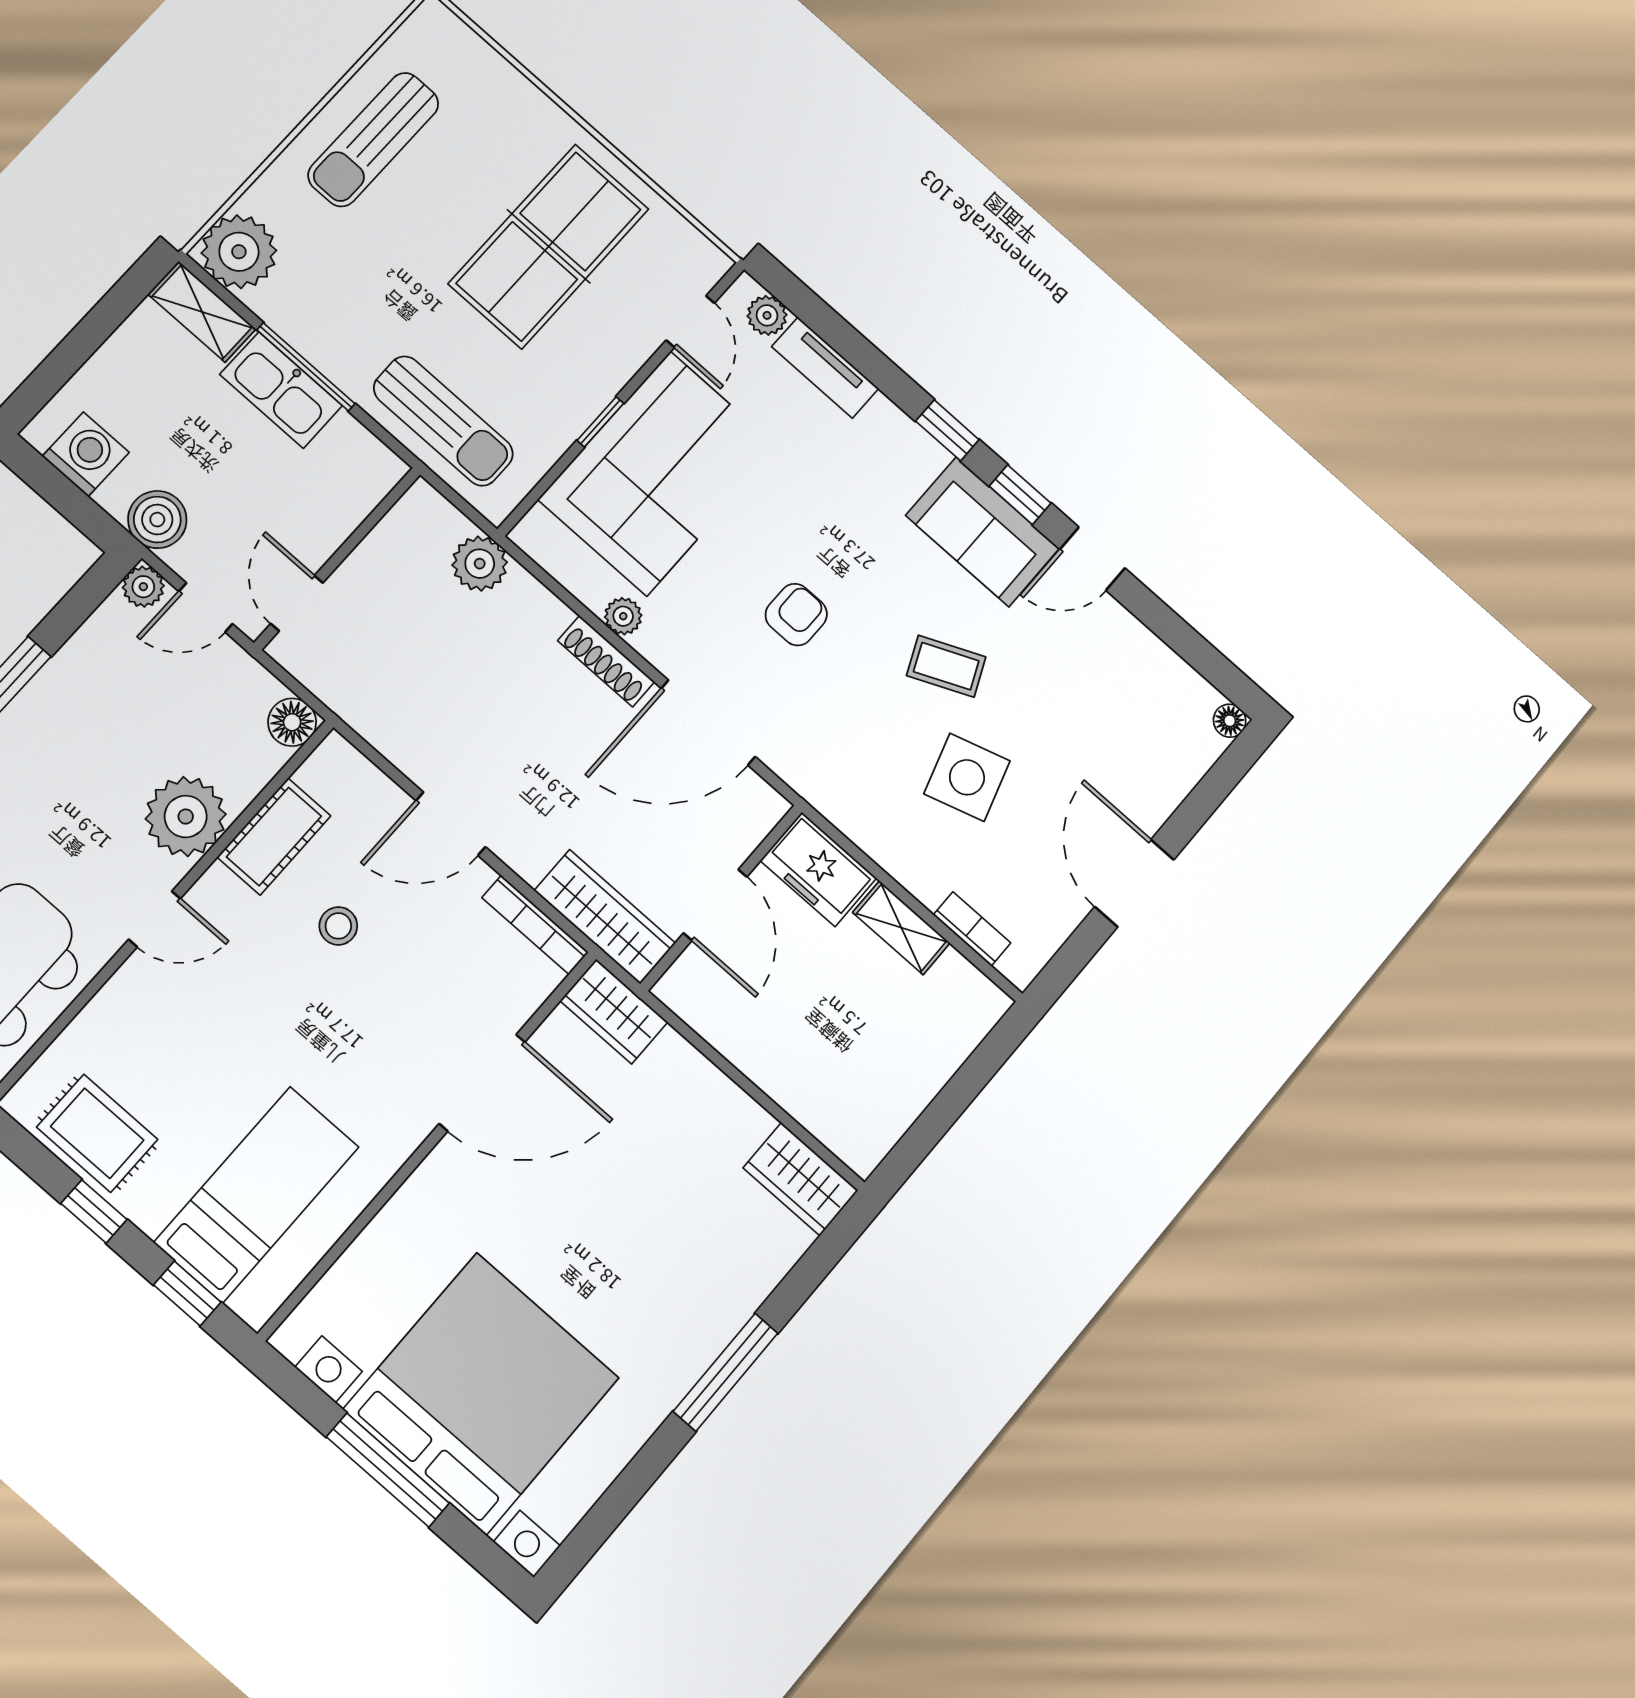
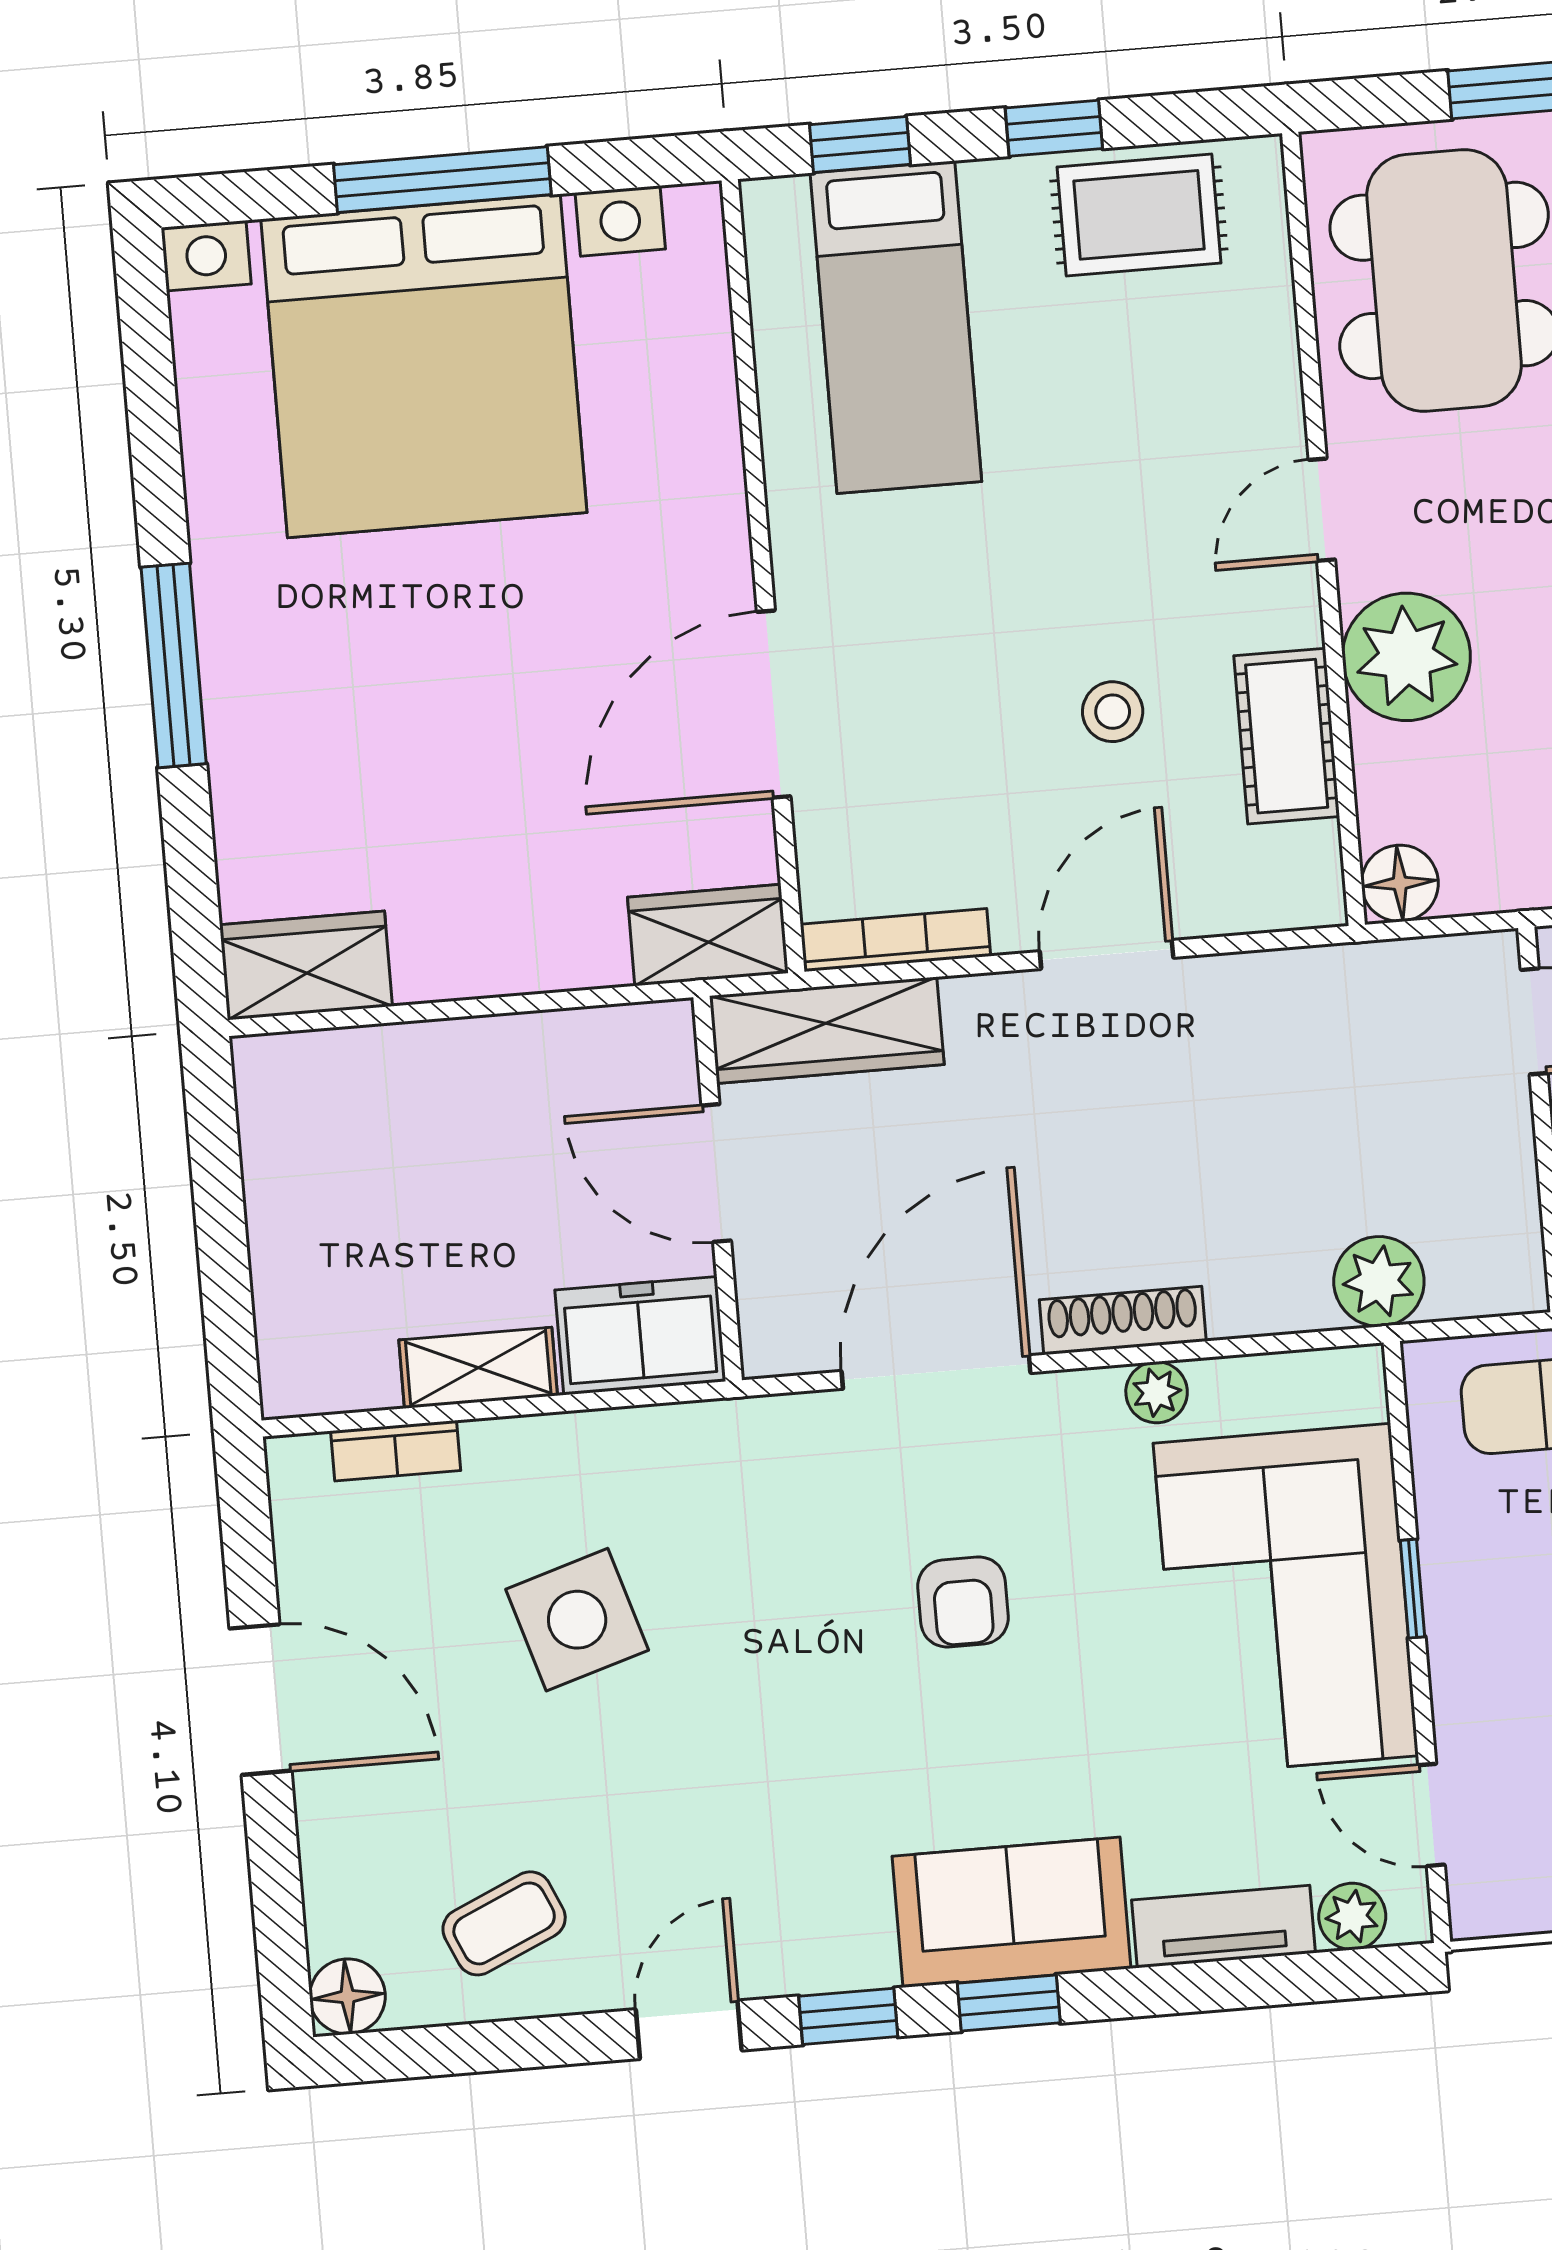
sofa: (983, 532) -> (1012, 1912), moved
coffee table: (946, 666) -> (504, 1923), moved
floor lamp: (1230, 721) -> (347, 1996), width x1.37, depth x1.37

